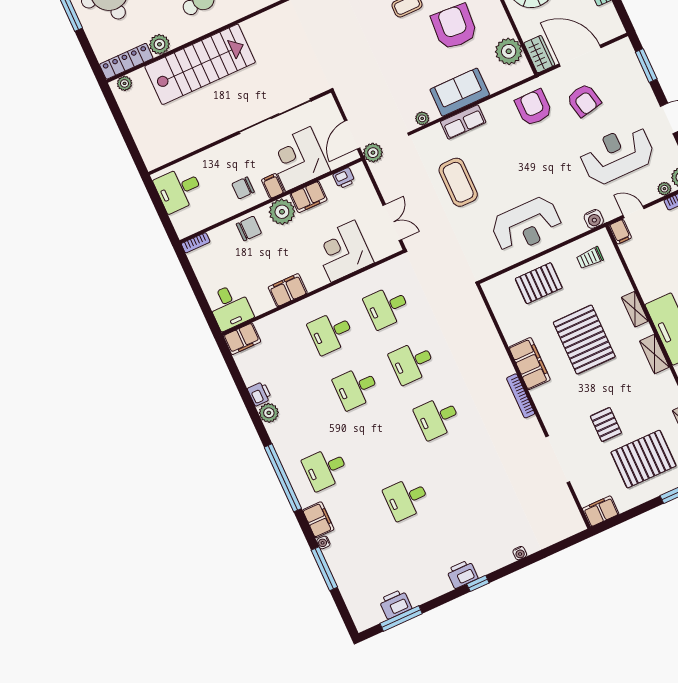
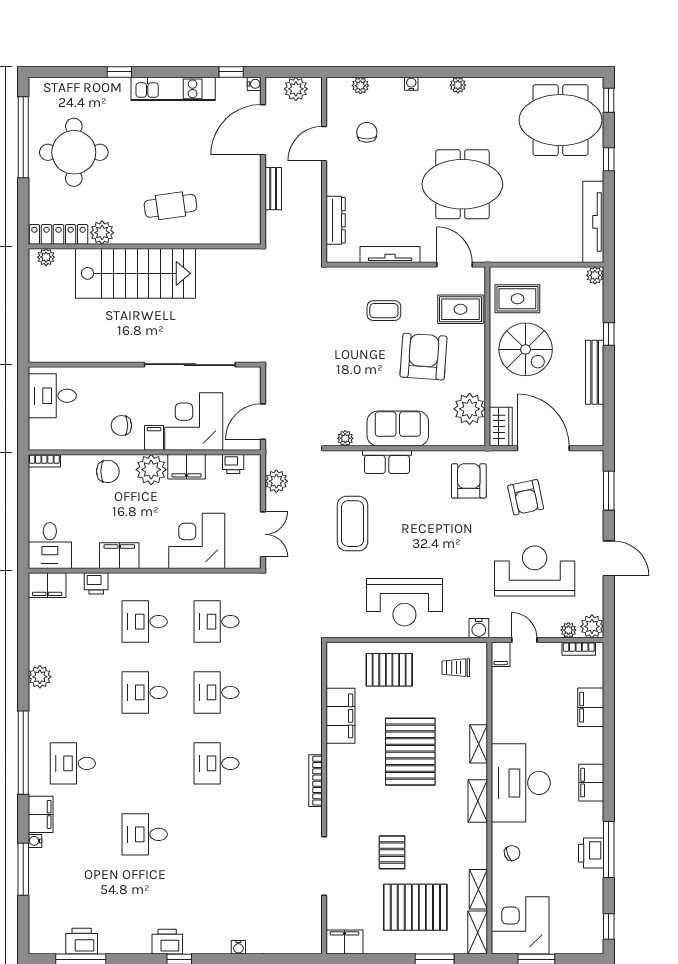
plant: (373, 153) -> (276, 481), moved
filing cabinet: (530, 364) -> (341, 716), moved
printer: (259, 394) -> (96, 583), moved, turned 90

